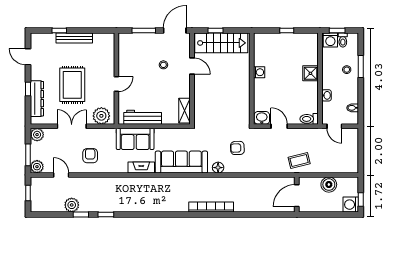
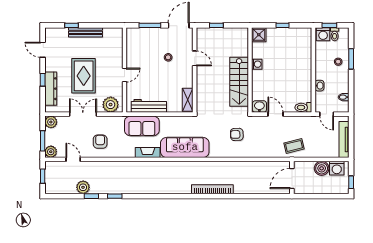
stairs: (221, 43) -> (239, 82), moved, turned 90
shower: (310, 73) -> (259, 35), moved
tv unit: (353, 153) -> (344, 140), added
floor lamp: (218, 168) -> (219, 153), removed
washing machine: (351, 205) -> (337, 168), moved, turned -90

